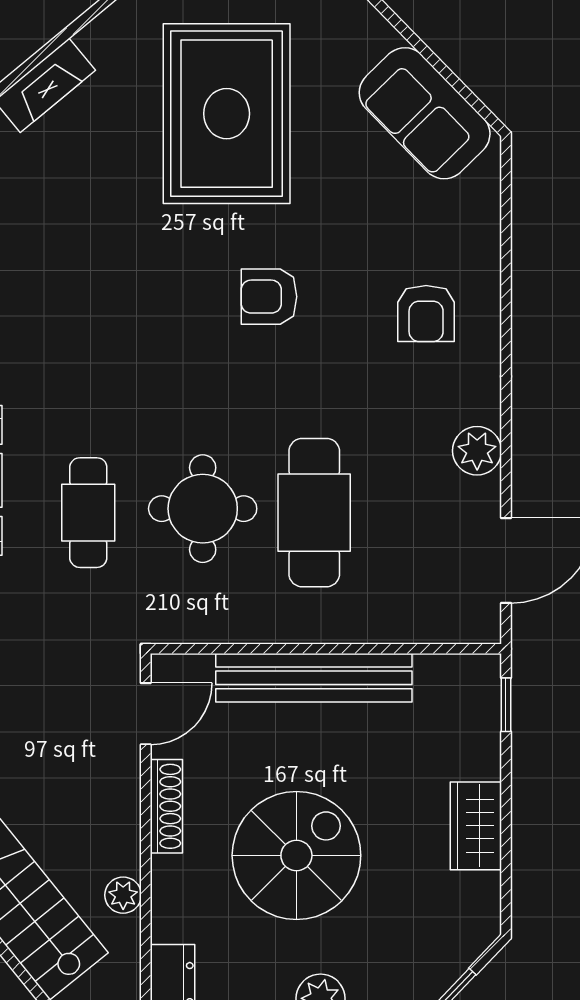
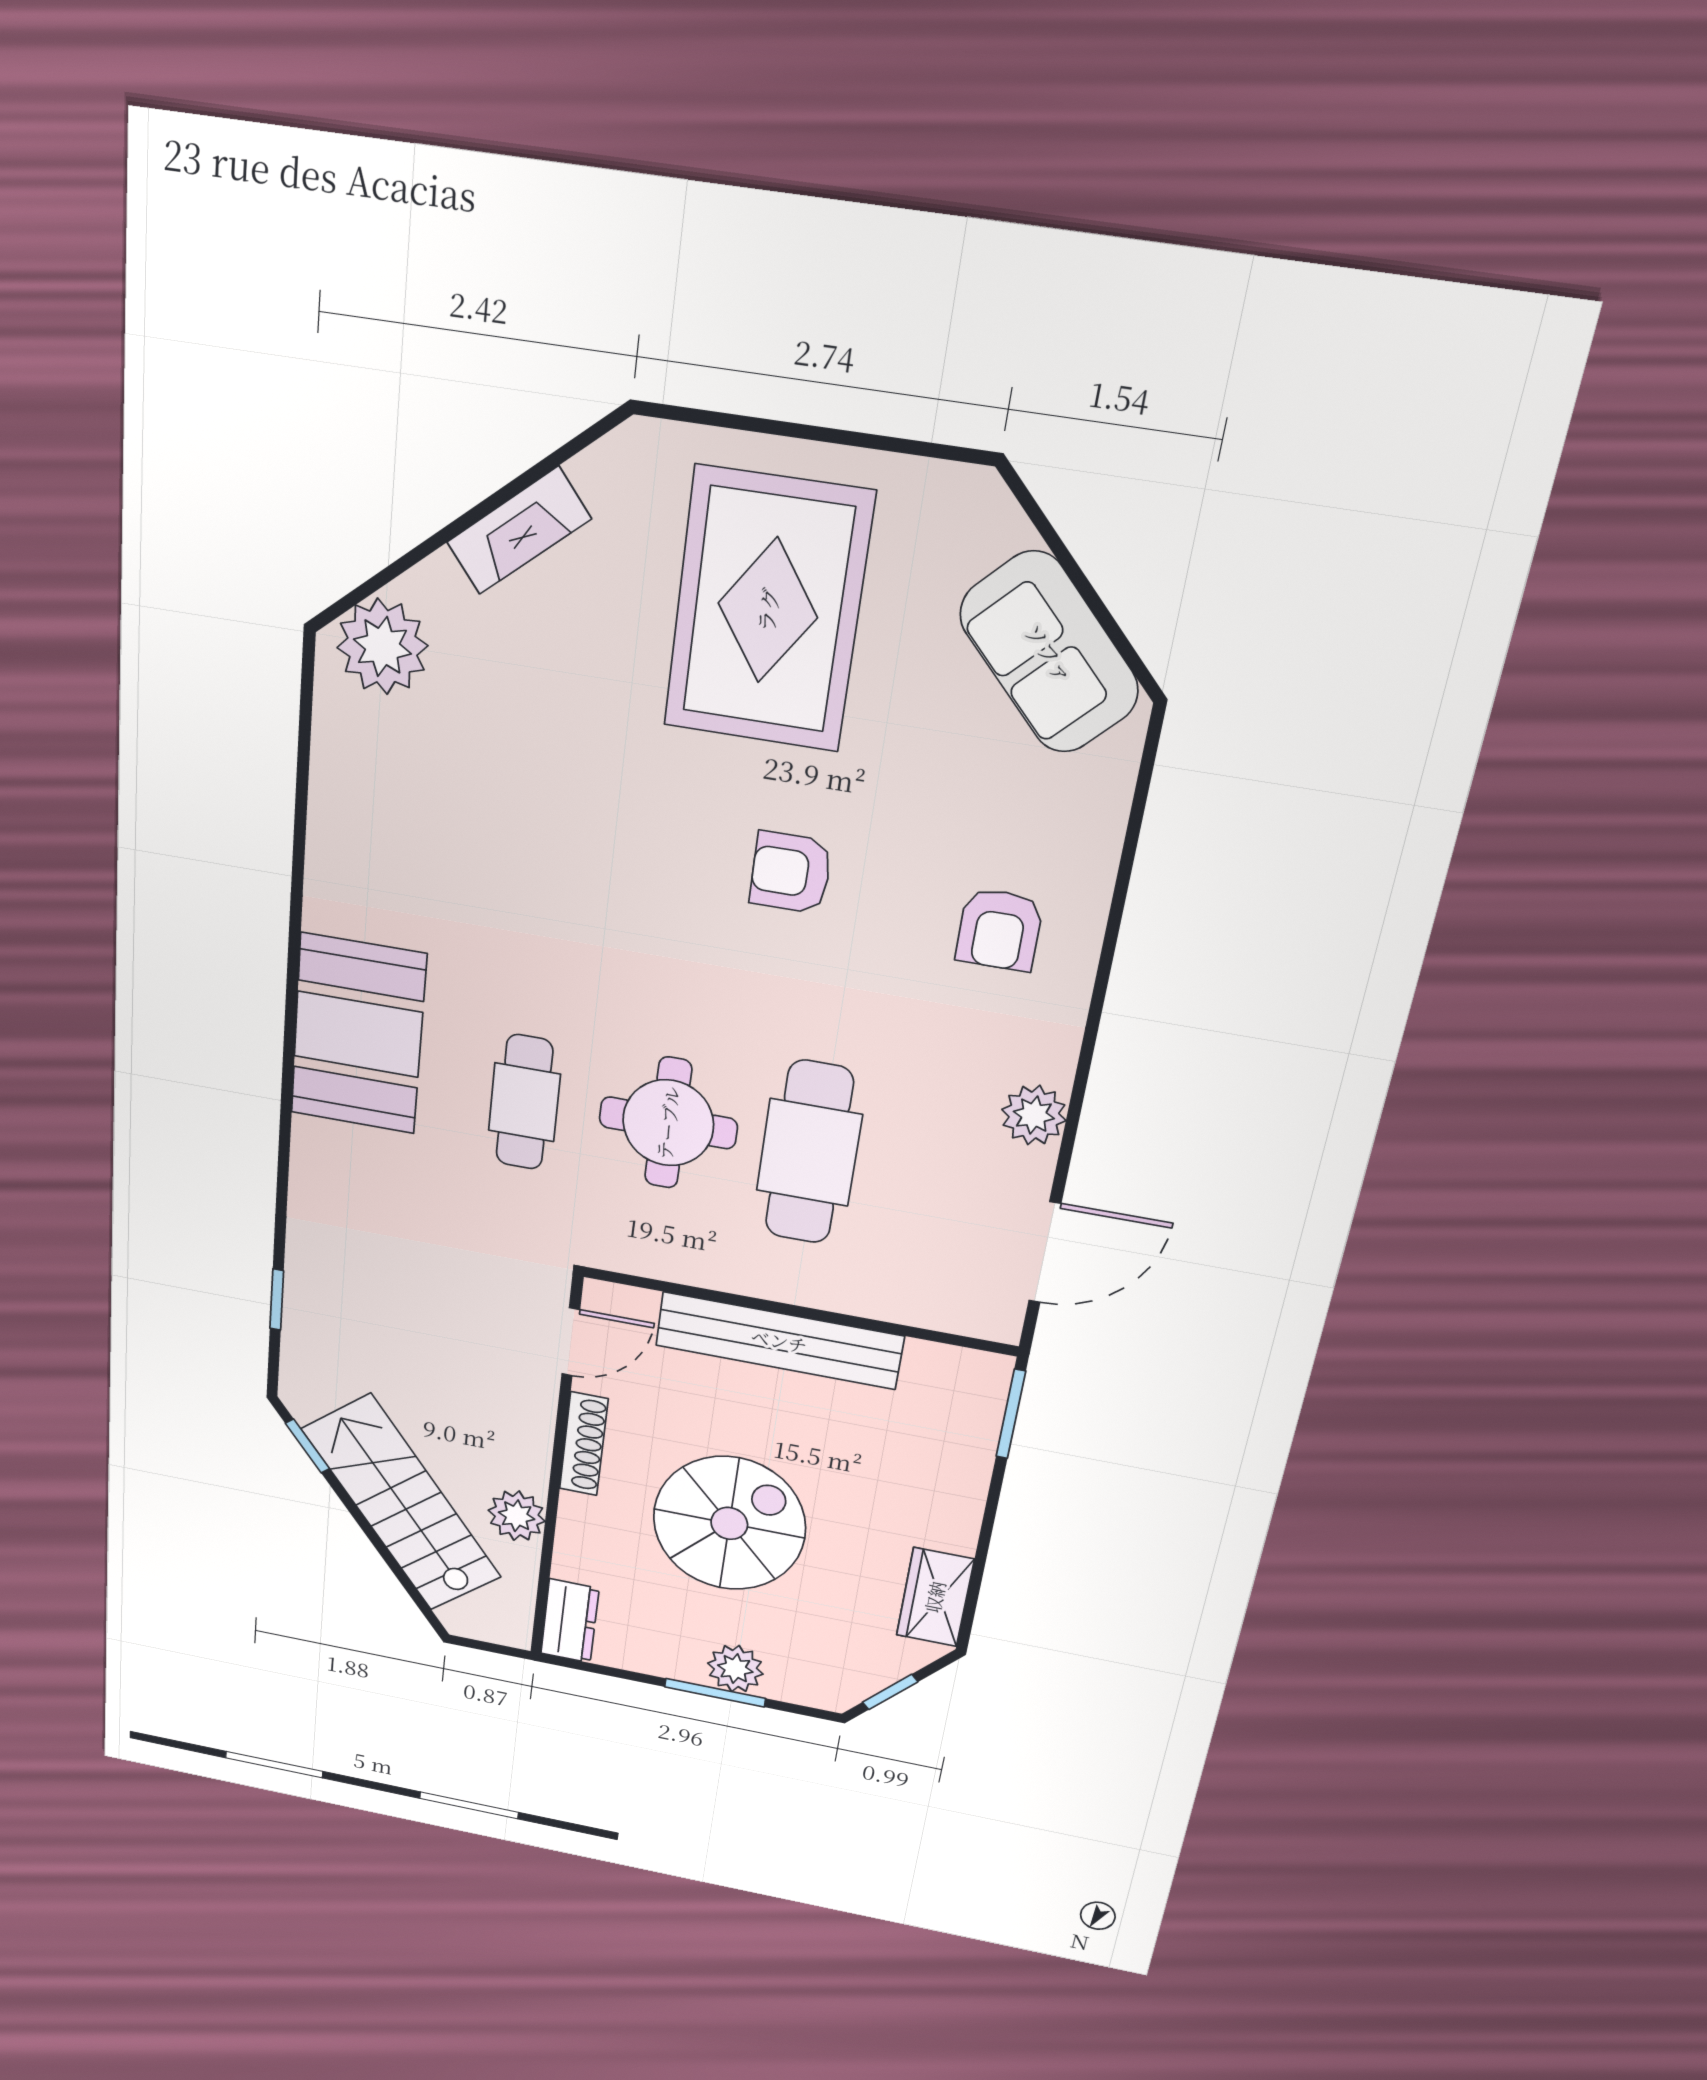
window: (506, 705) -> (1011, 1414), width x1.50
wardrobe: (476, 826) -> (935, 1597), moved
plant: (123, 895) -> (517, 1516), width x1.38, depth x1.38

